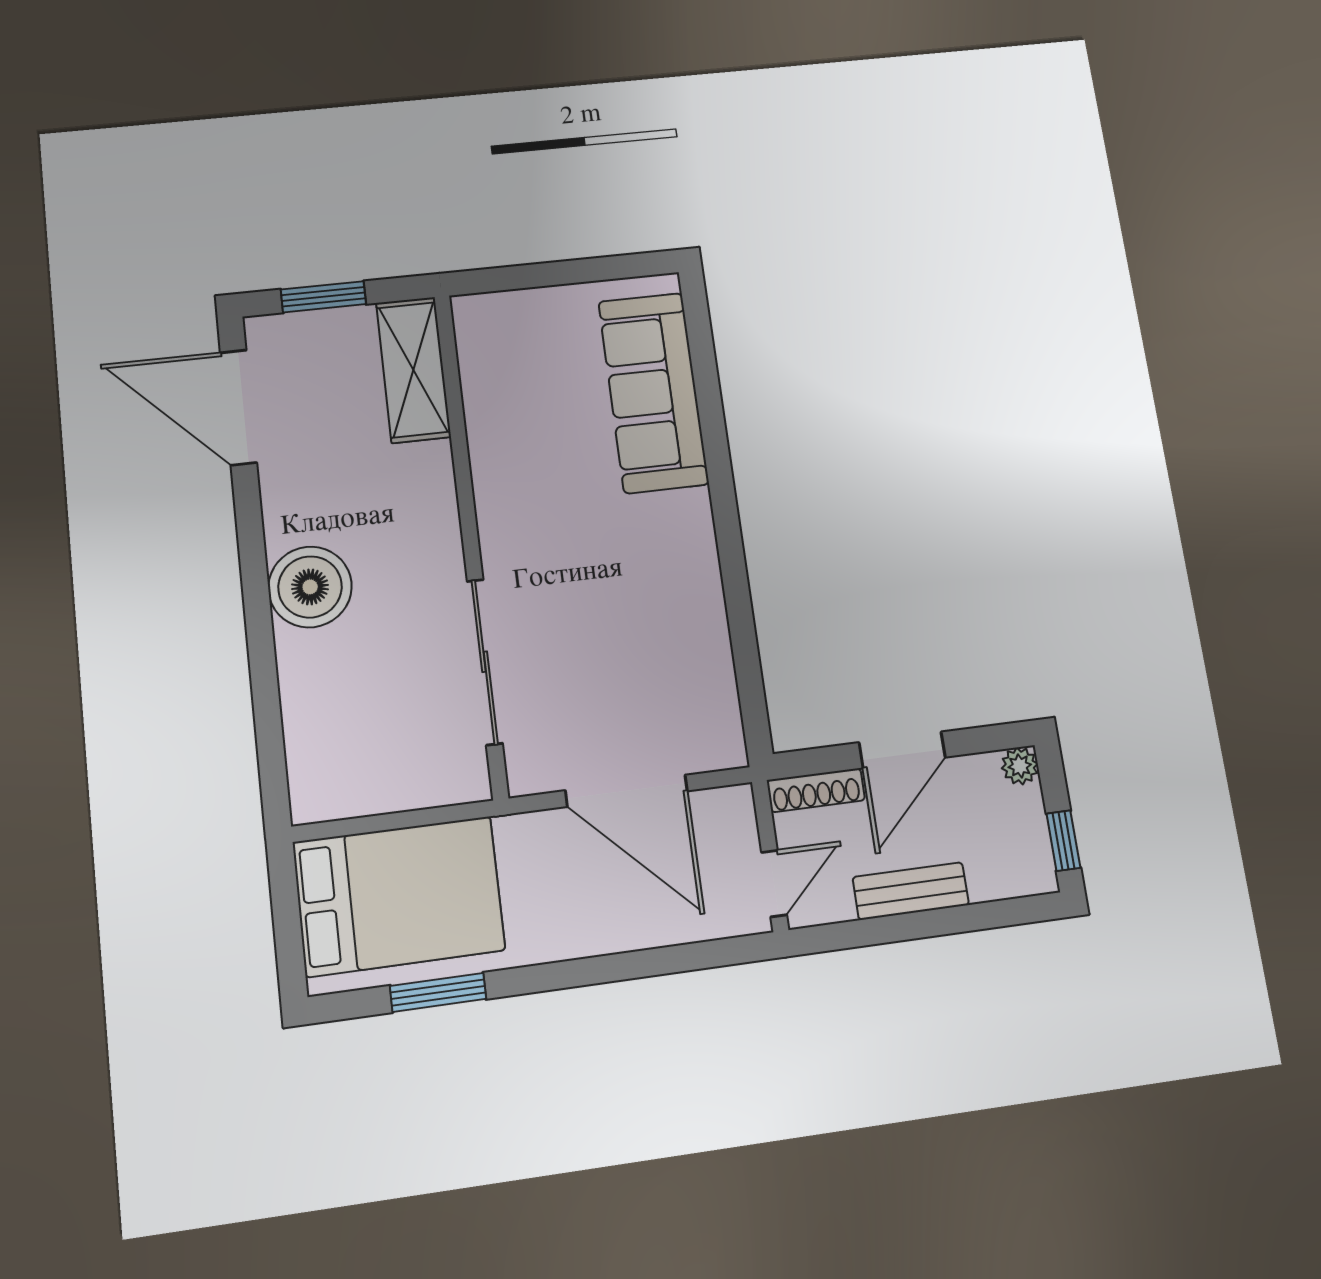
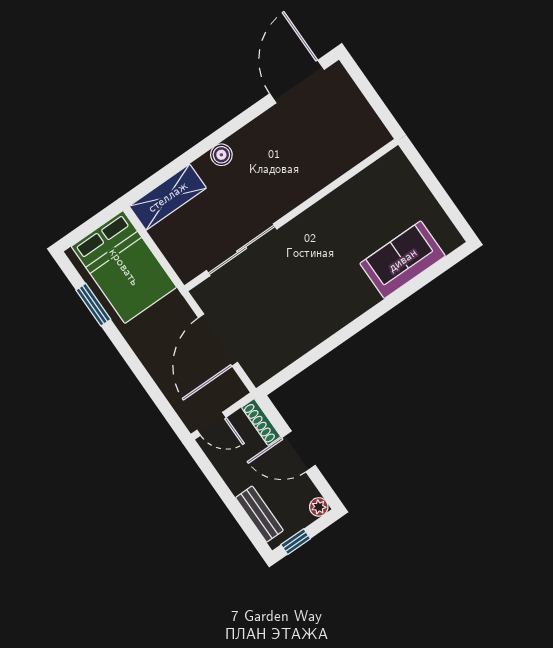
window: (323, 297) -> (367, 90), removed
shelving: (413, 370) -> (168, 197), moved
sofa: (653, 392) -> (403, 260), width x0.73
boiler: (310, 587) -> (221, 155), width x0.54, depth x0.54
bench: (911, 891) -> (259, 514), moved

